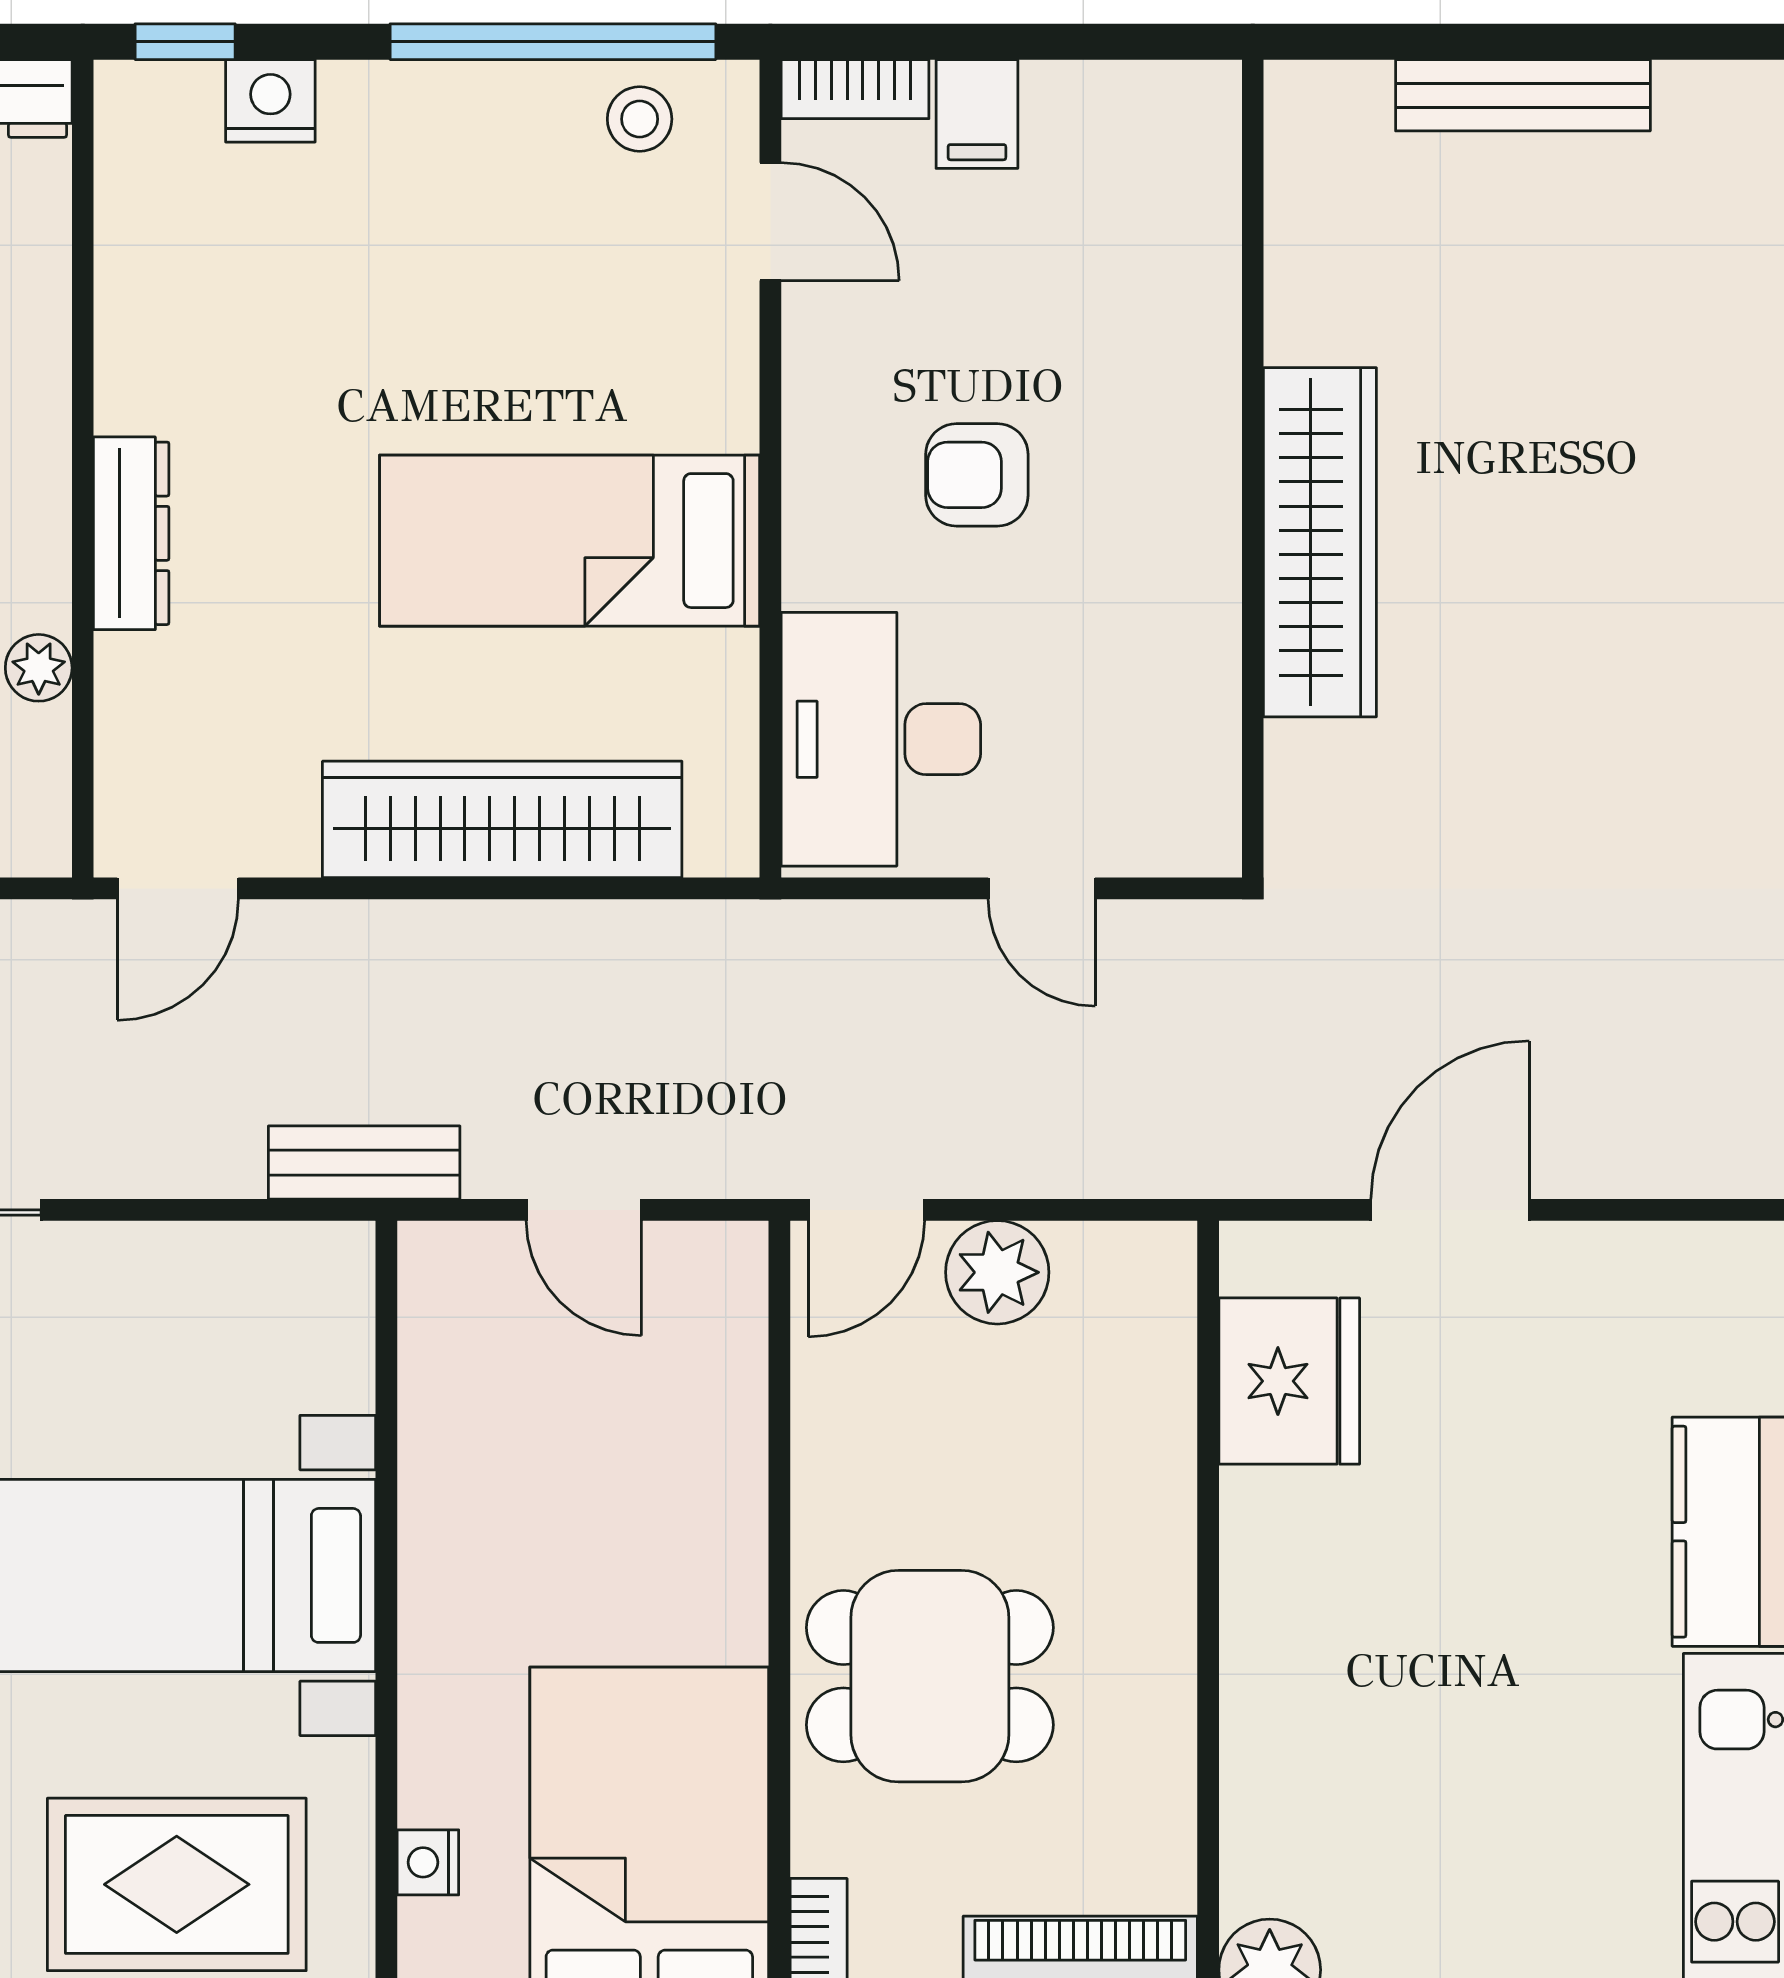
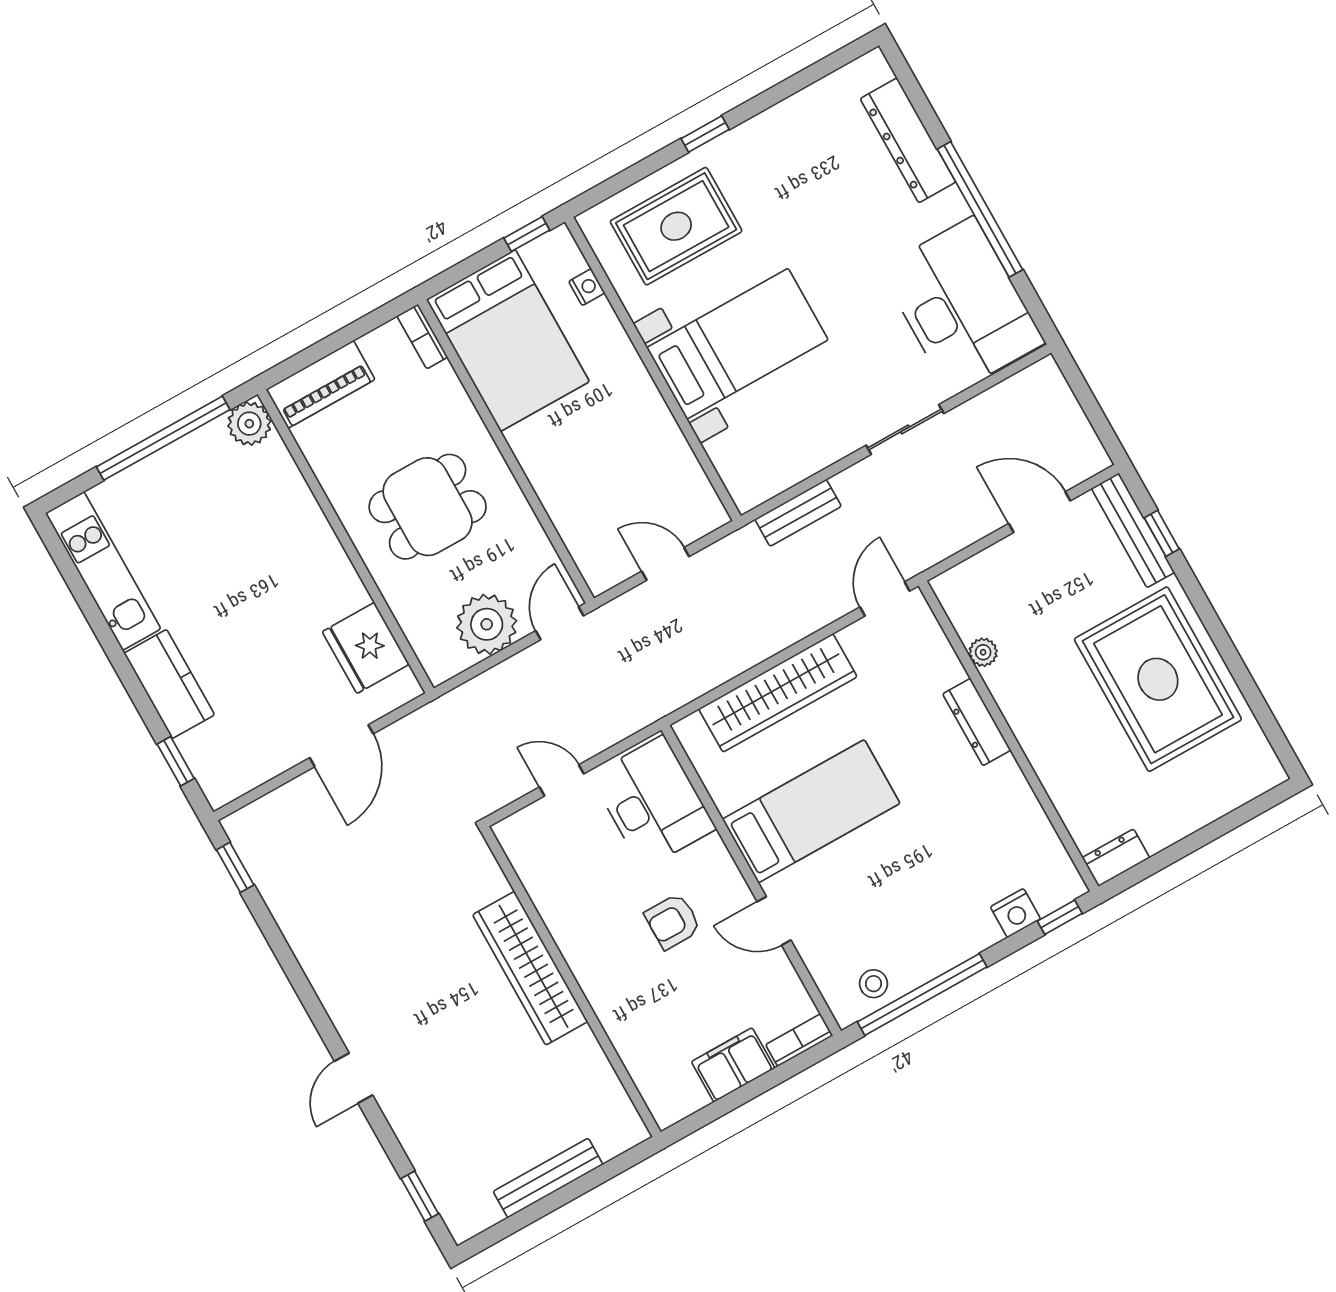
filing cabinet: (977, 114) -> (733, 1065), width x2.00
door: (770, 222) -> (774, 921), moved
armchair: (977, 475) -> (673, 921), turned 180
bench: (364, 1163) -> (798, 513), moved
plant: (997, 1272) -> (487, 624), width x1.36, depth x1.36
dining table: (930, 1676) -> (428, 507), moved

